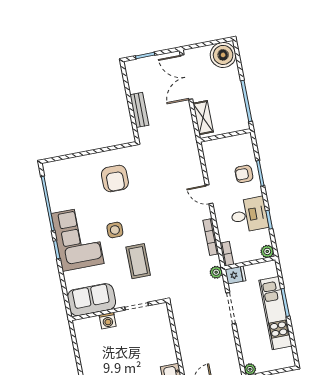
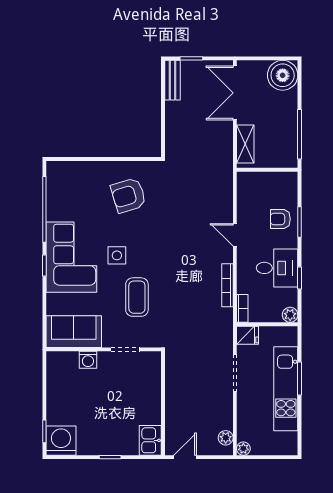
bench: (139, 110) -> (172, 80), moved
armchair: (115, 179) -> (128, 195), turned 73
plant: (216, 272) -> (226, 438), moved

